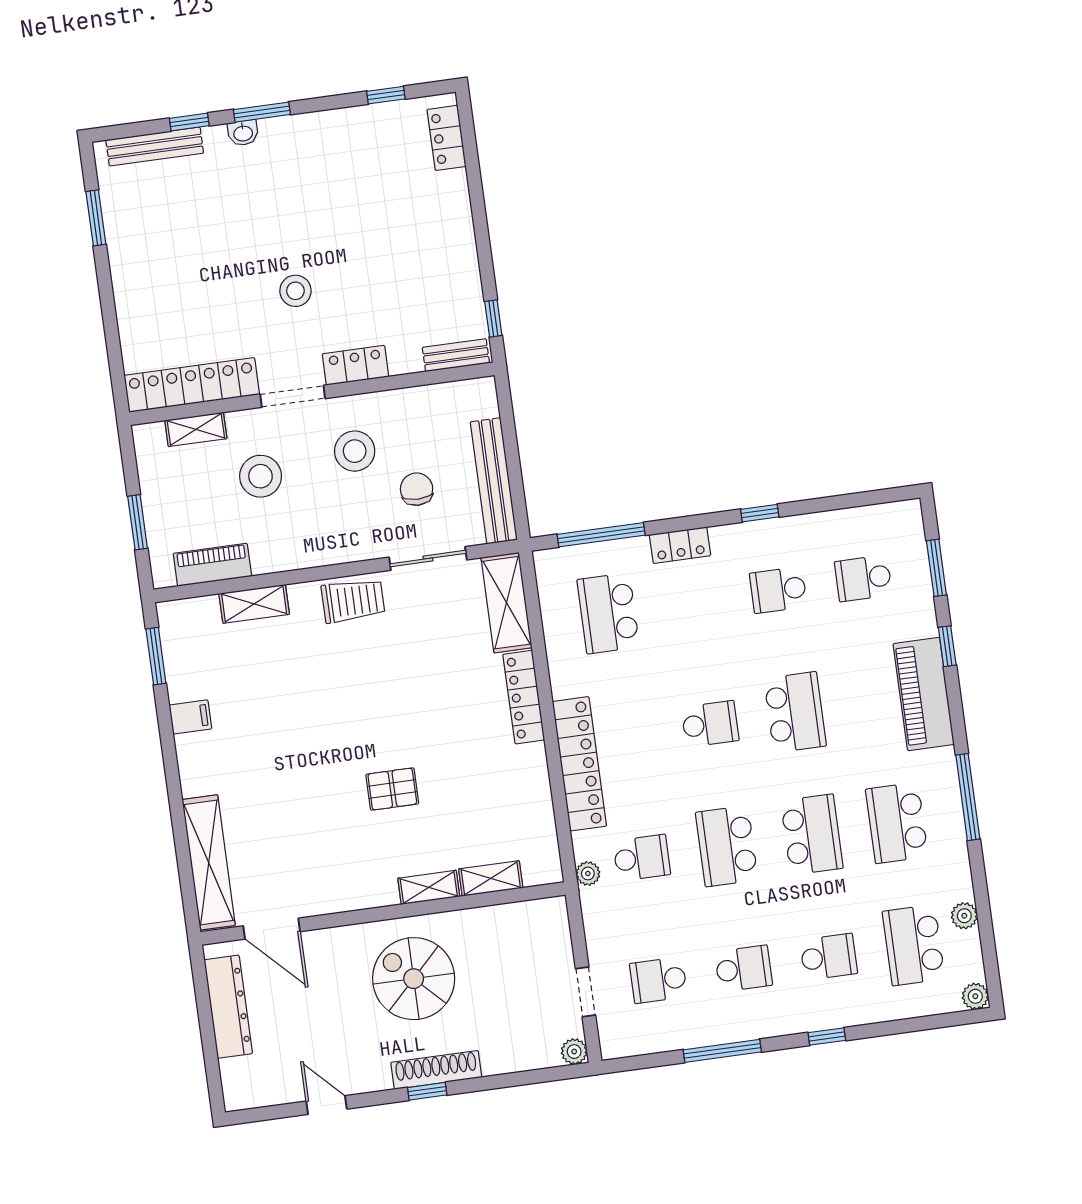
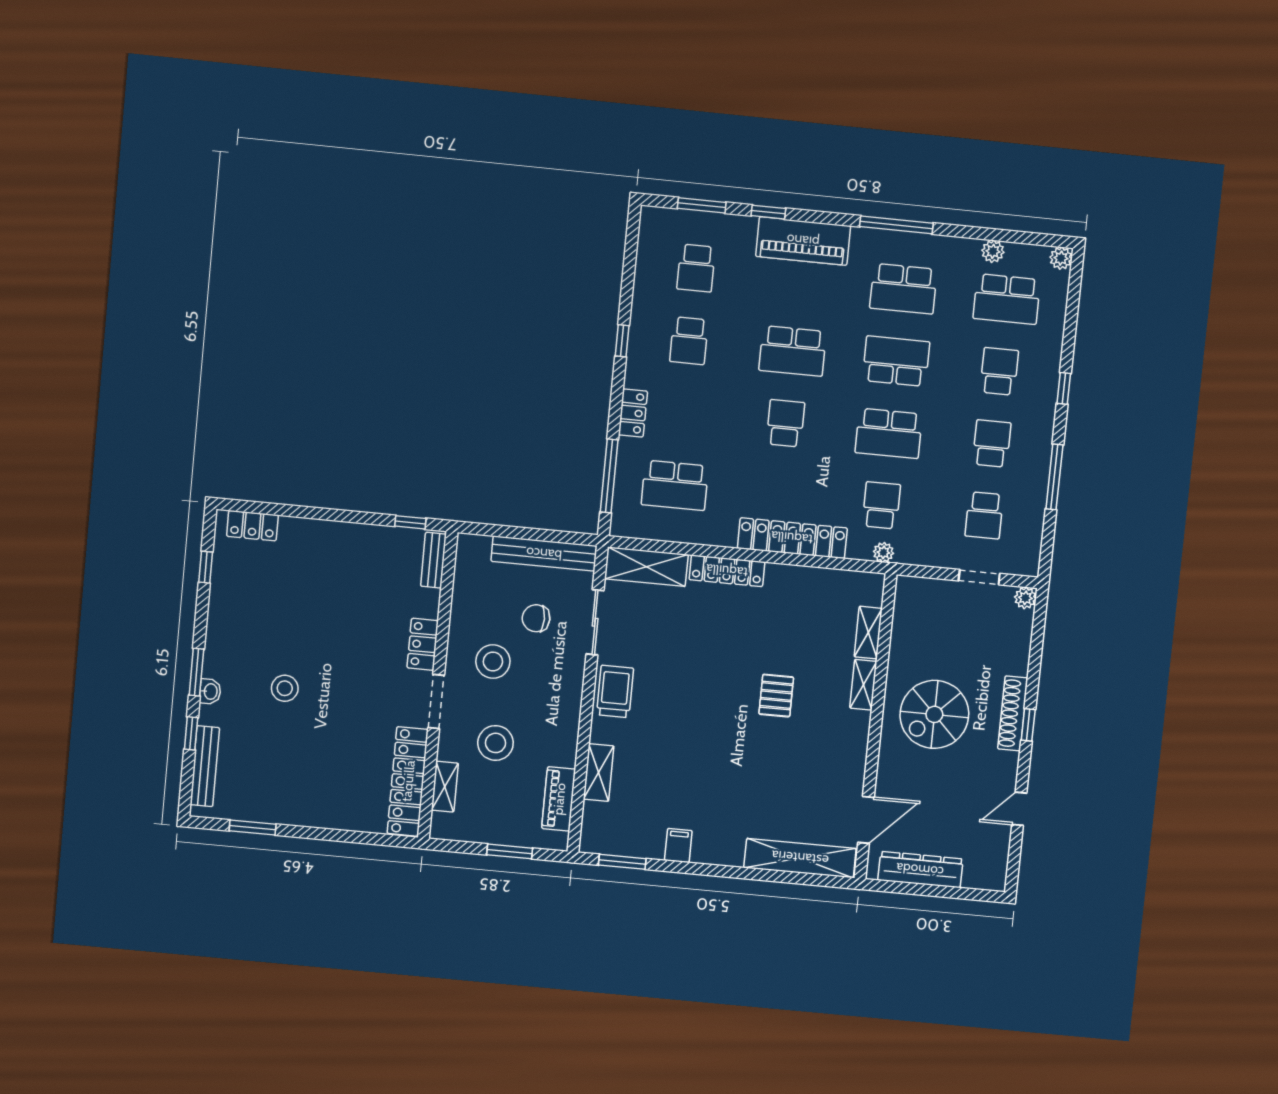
stool: (295, 291) -> (285, 688), moved
school desk: (795, 712) -> (793, 351), turned 180

